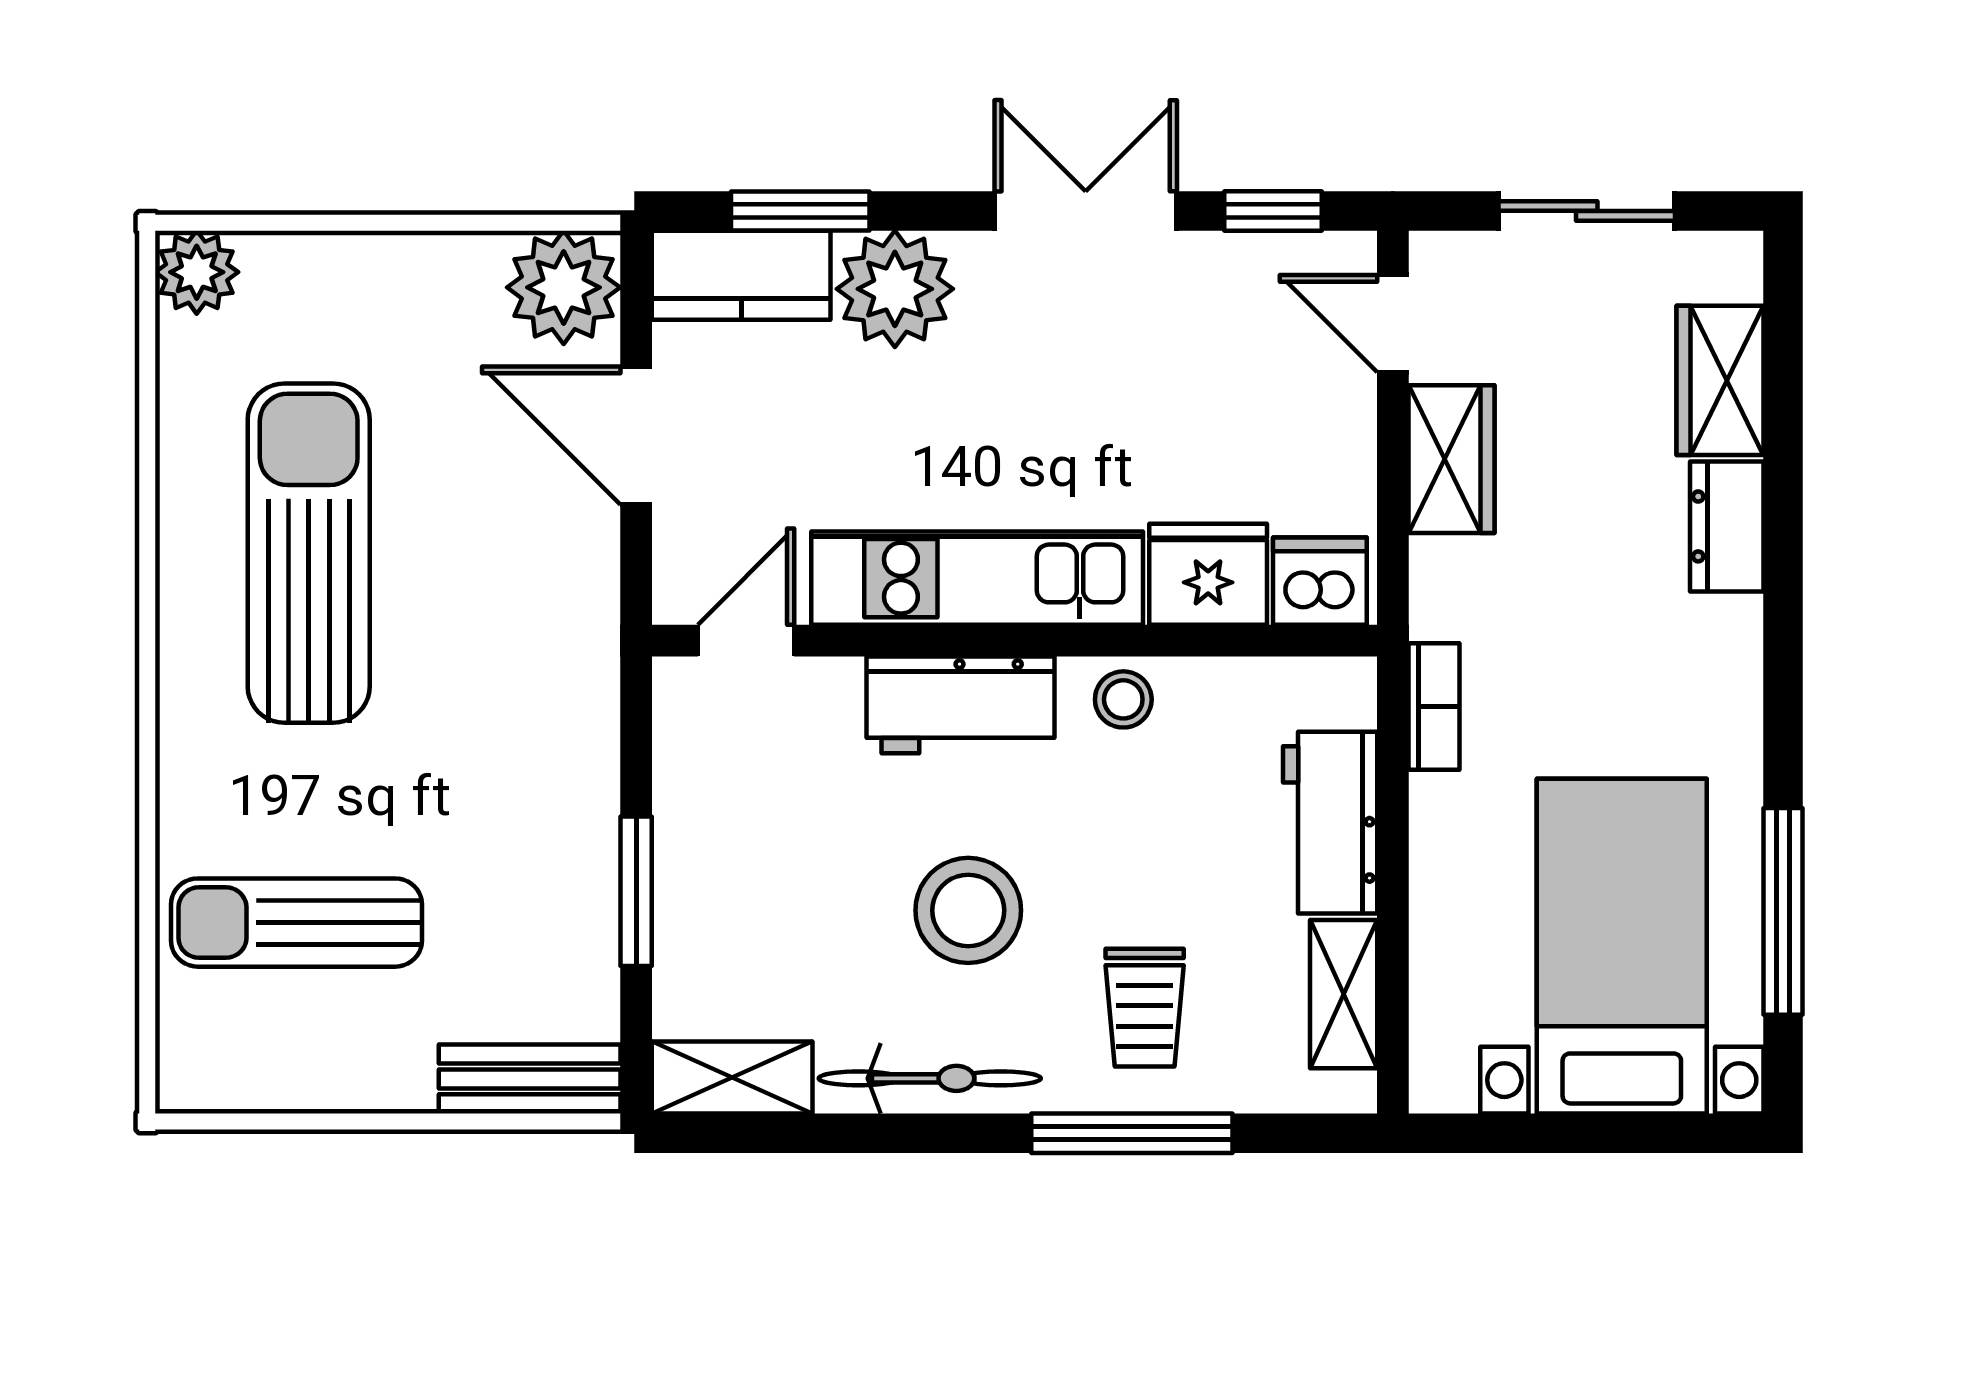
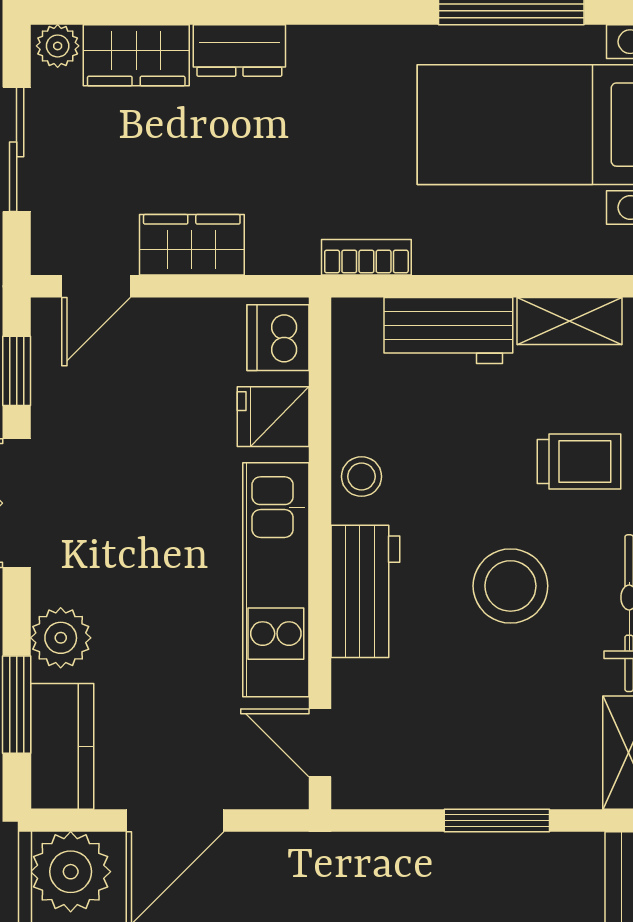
plant: (1733, 269) -> (58, 46), added
plant: (895, 289) -> (61, 638), width x0.73, depth x0.73
fridge: (1208, 574) -> (273, 417), width x0.72

